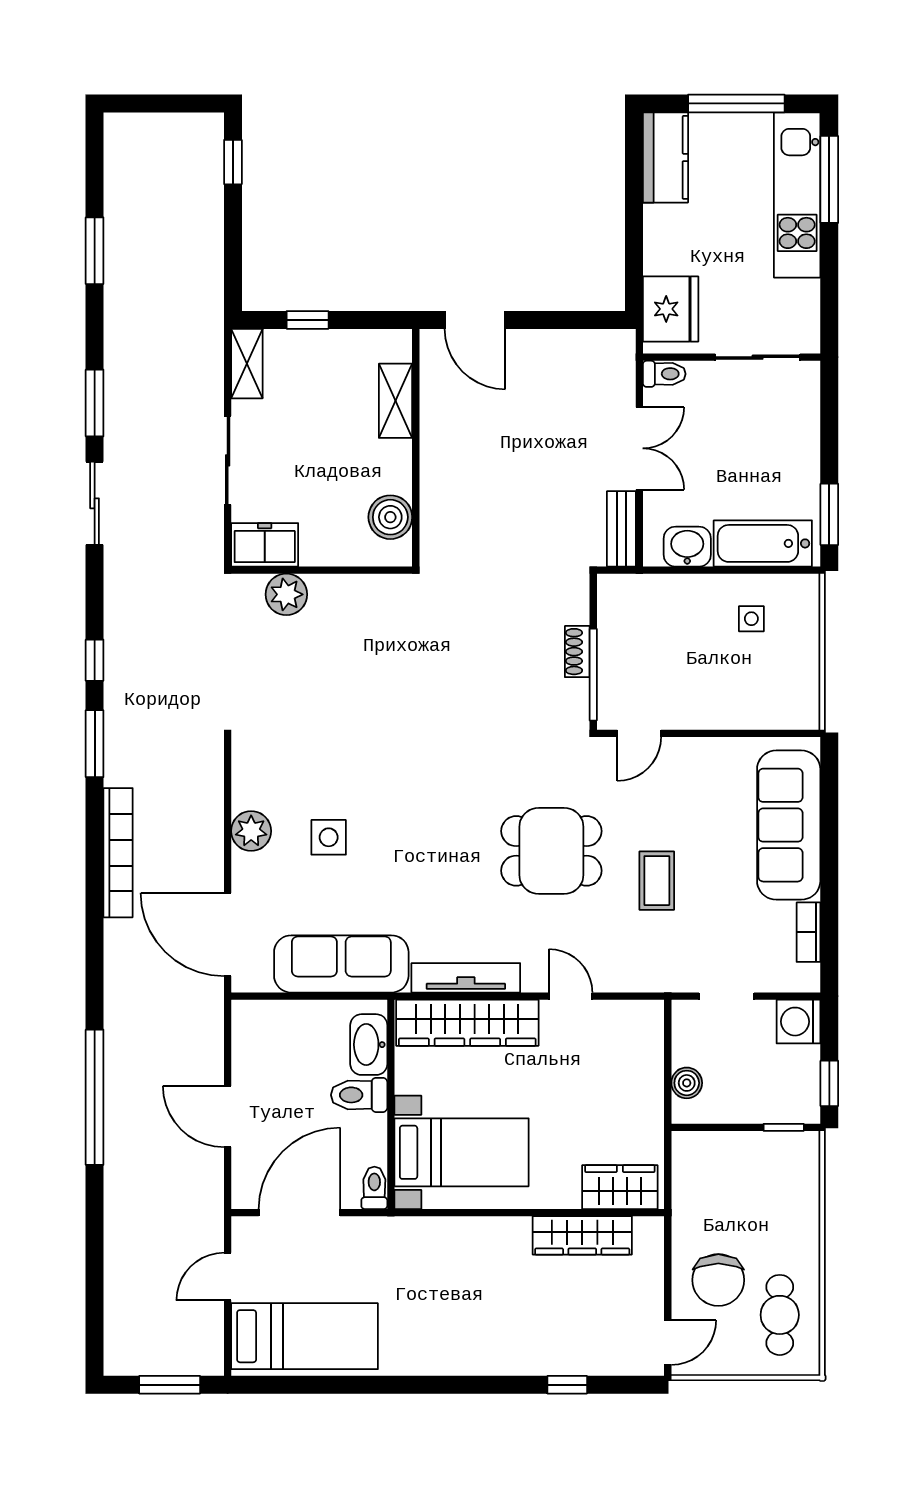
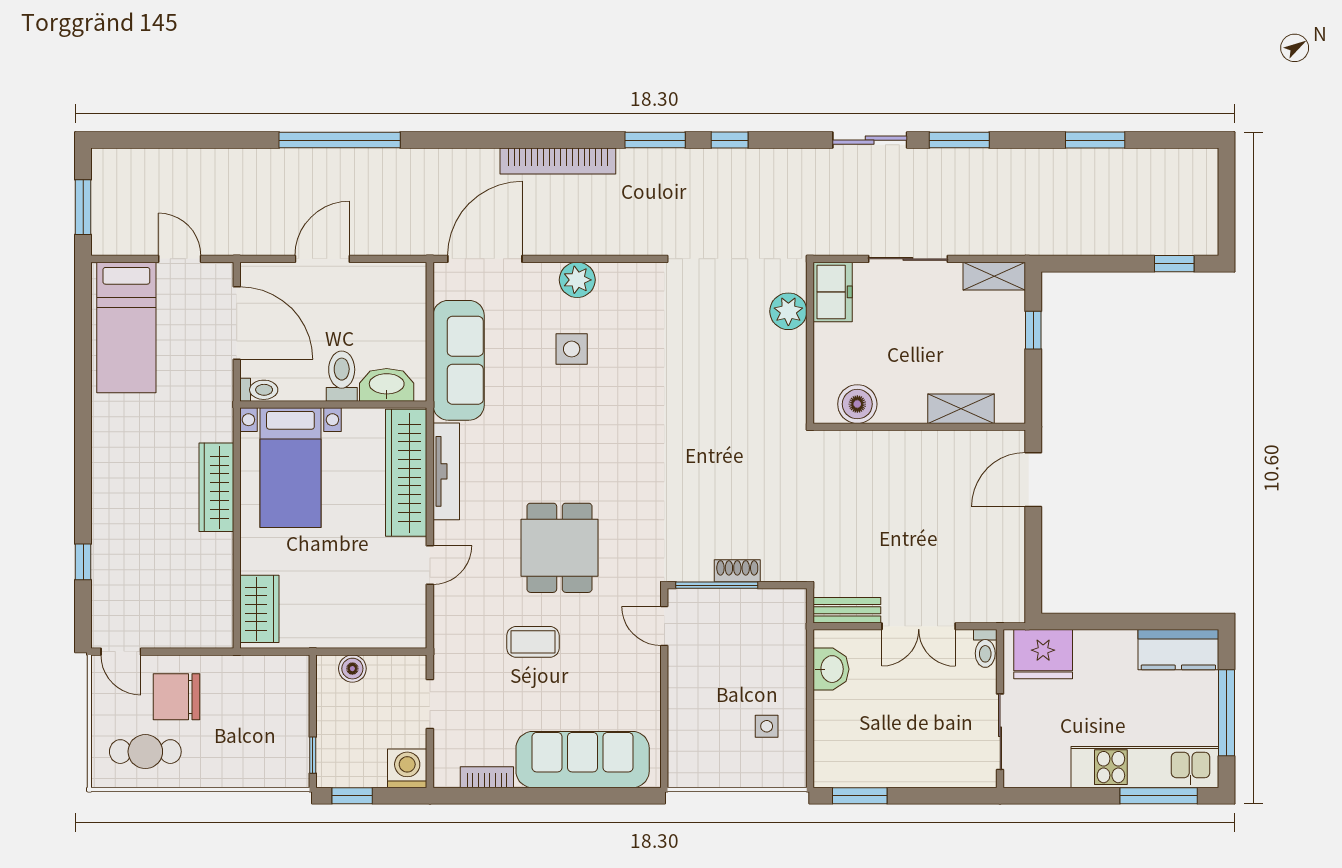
bathtub: (763, 543) -> (834, 736), removed
wardrobe: (582, 1235) -> (216, 487), moved

